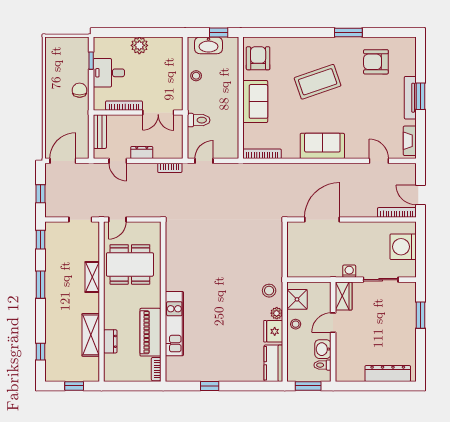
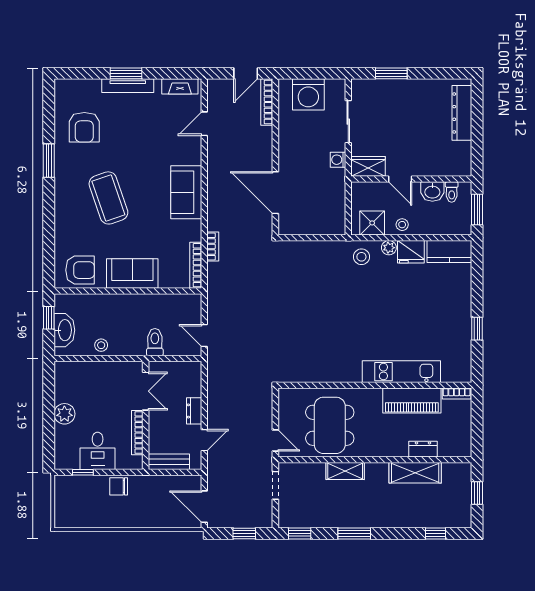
armchair: (258, 58) -> (80, 270), turned 180
bookcase: (170, 168) -> (213, 247), moved

